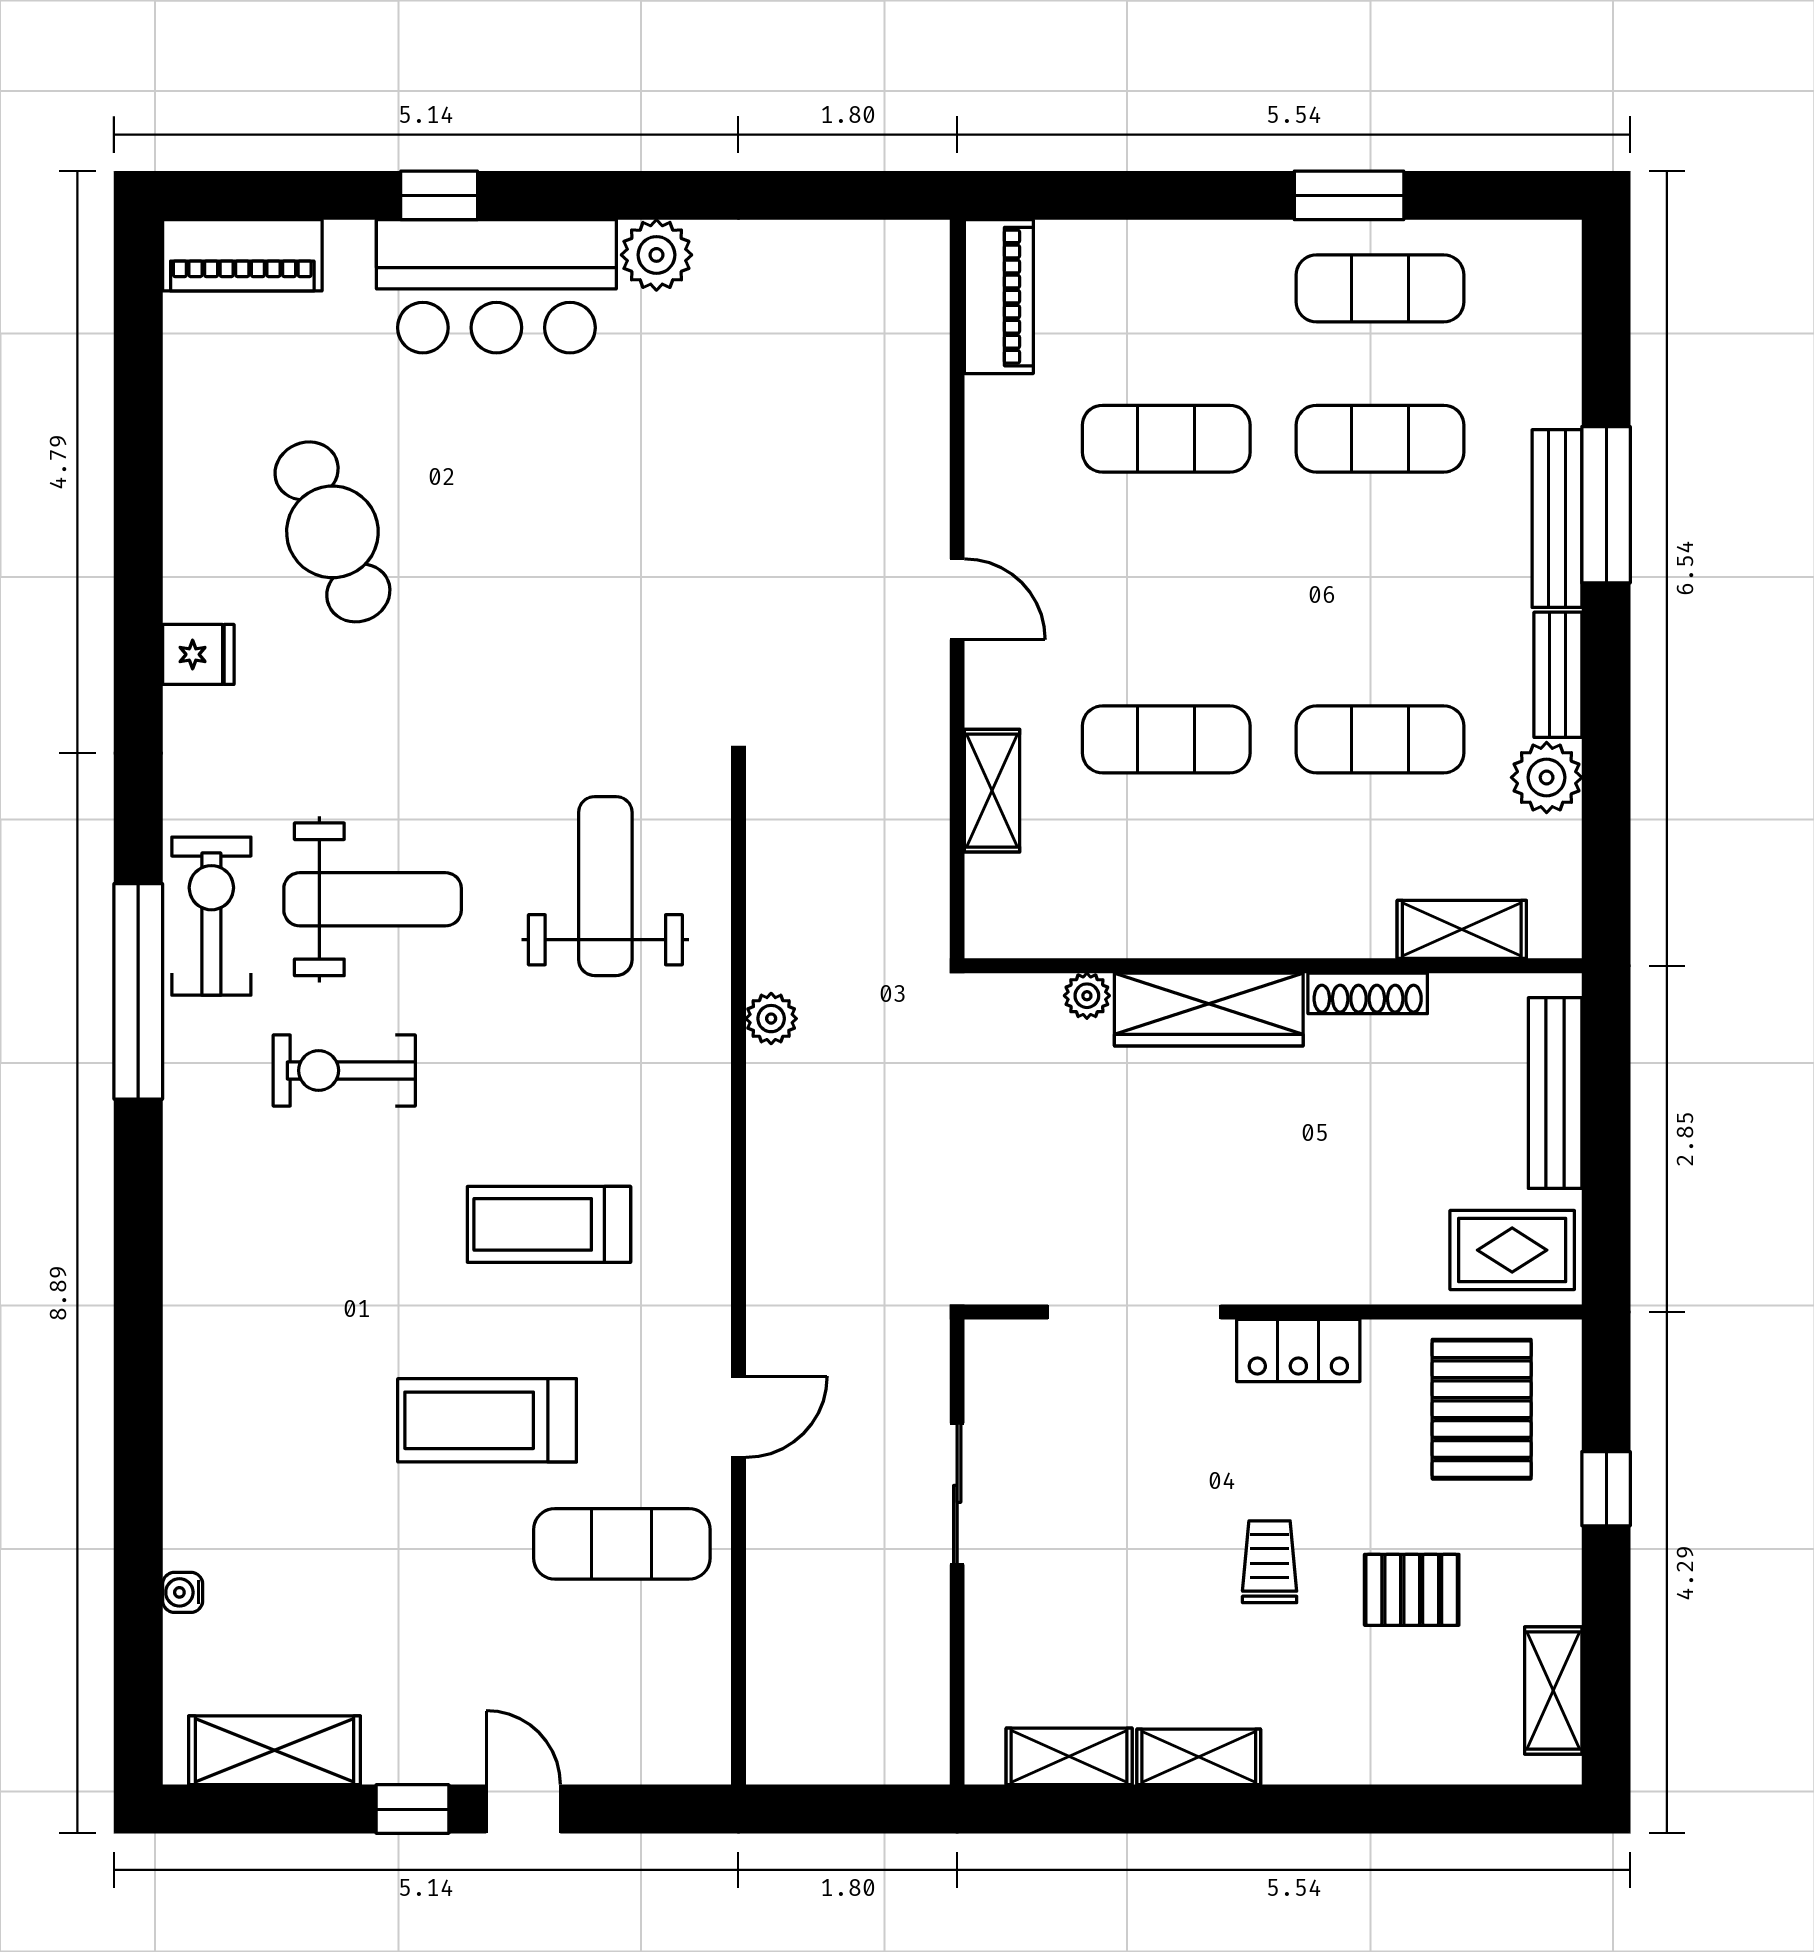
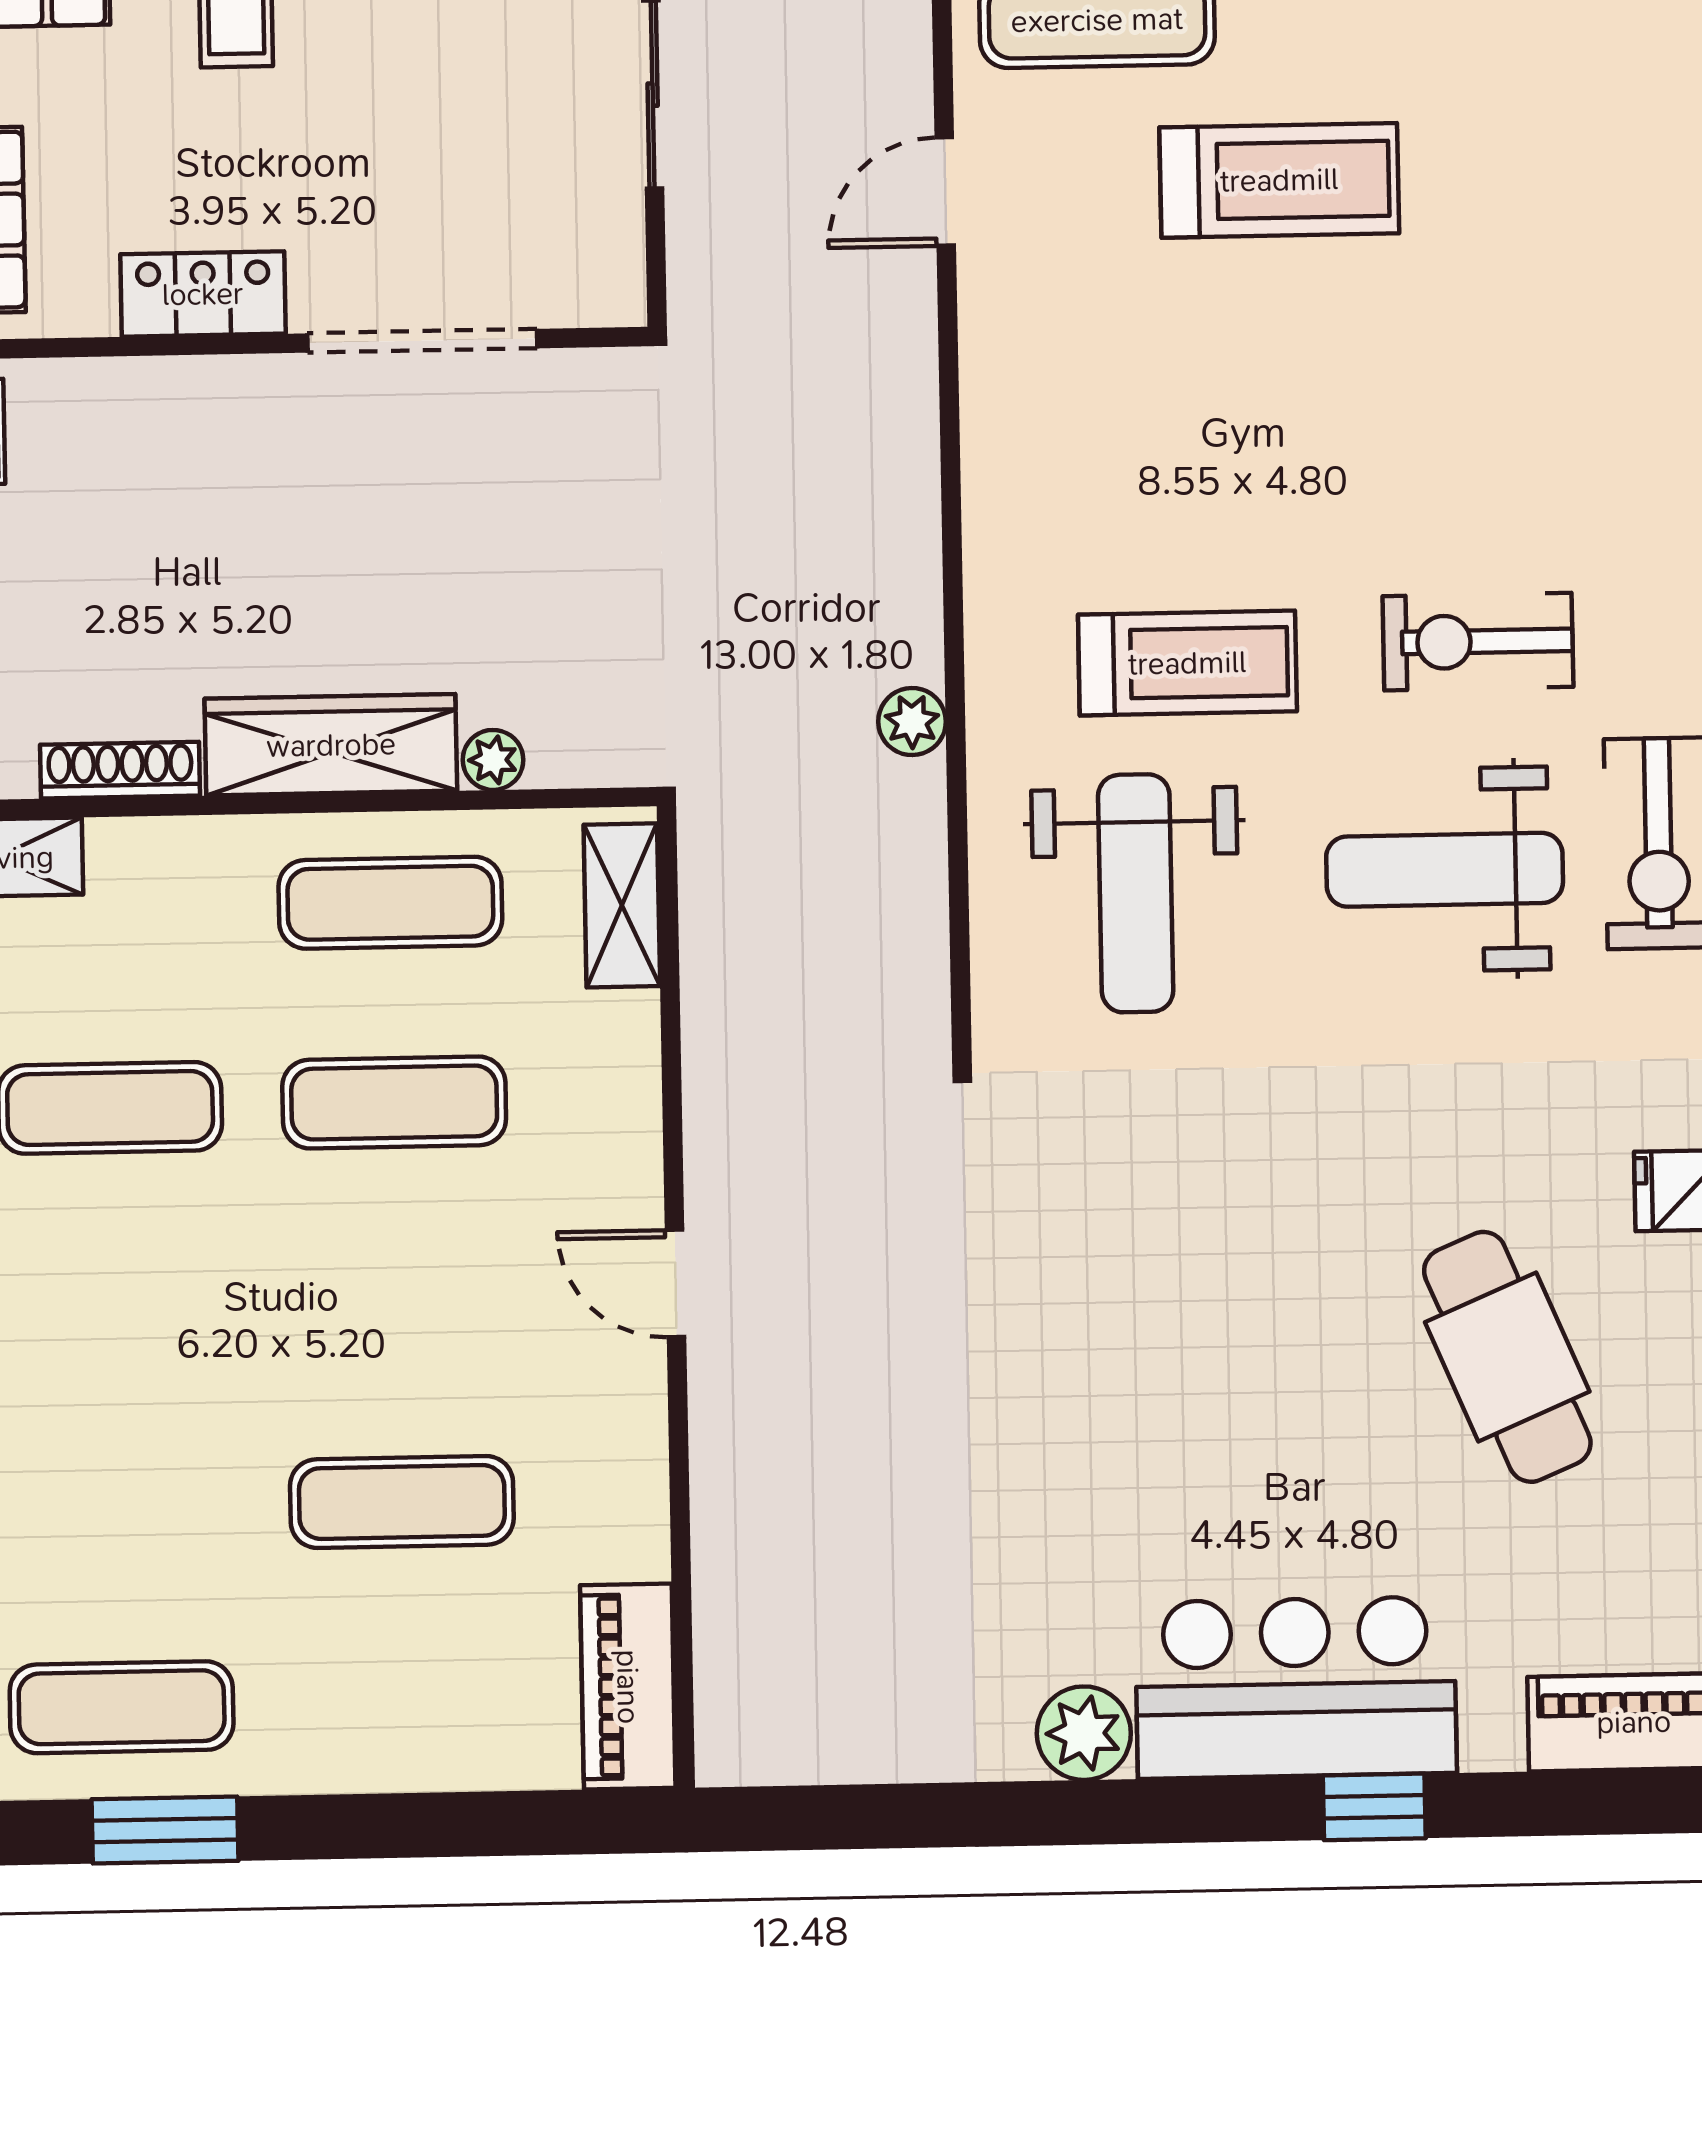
exercise mat: (1380, 439) -> (390, 903), moved
shelving: (992, 791) -> (622, 905), moved
exercise bike: (344, 1070) -> (1478, 642), turned 180
treadmill: (549, 1224) -> (1187, 663), moved

